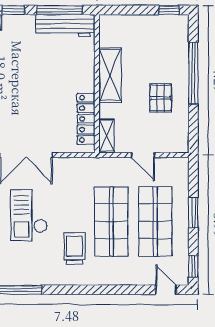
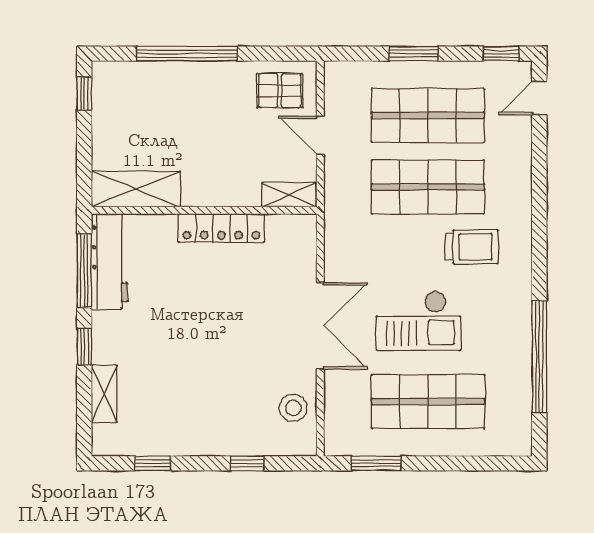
shelving: (110, 75) -> (136, 189), moved
pallet: (160, 98) -> (280, 91), moved
locker: (86, 119) -> (221, 228), moved
door: (143, 155) -> (320, 135), swing flipped
trolley: (74, 248) -> (472, 247), turned 180

